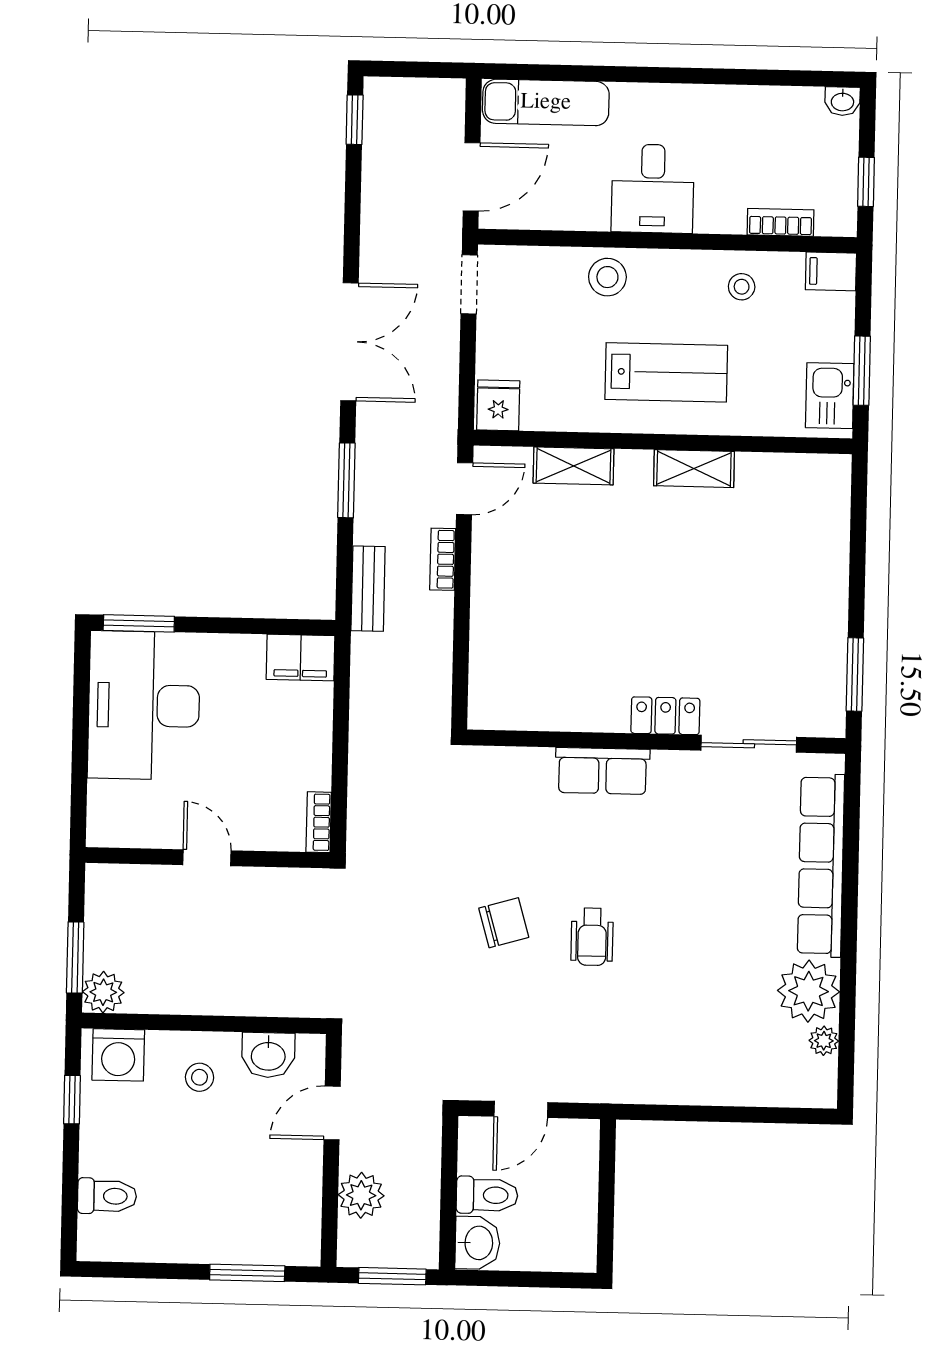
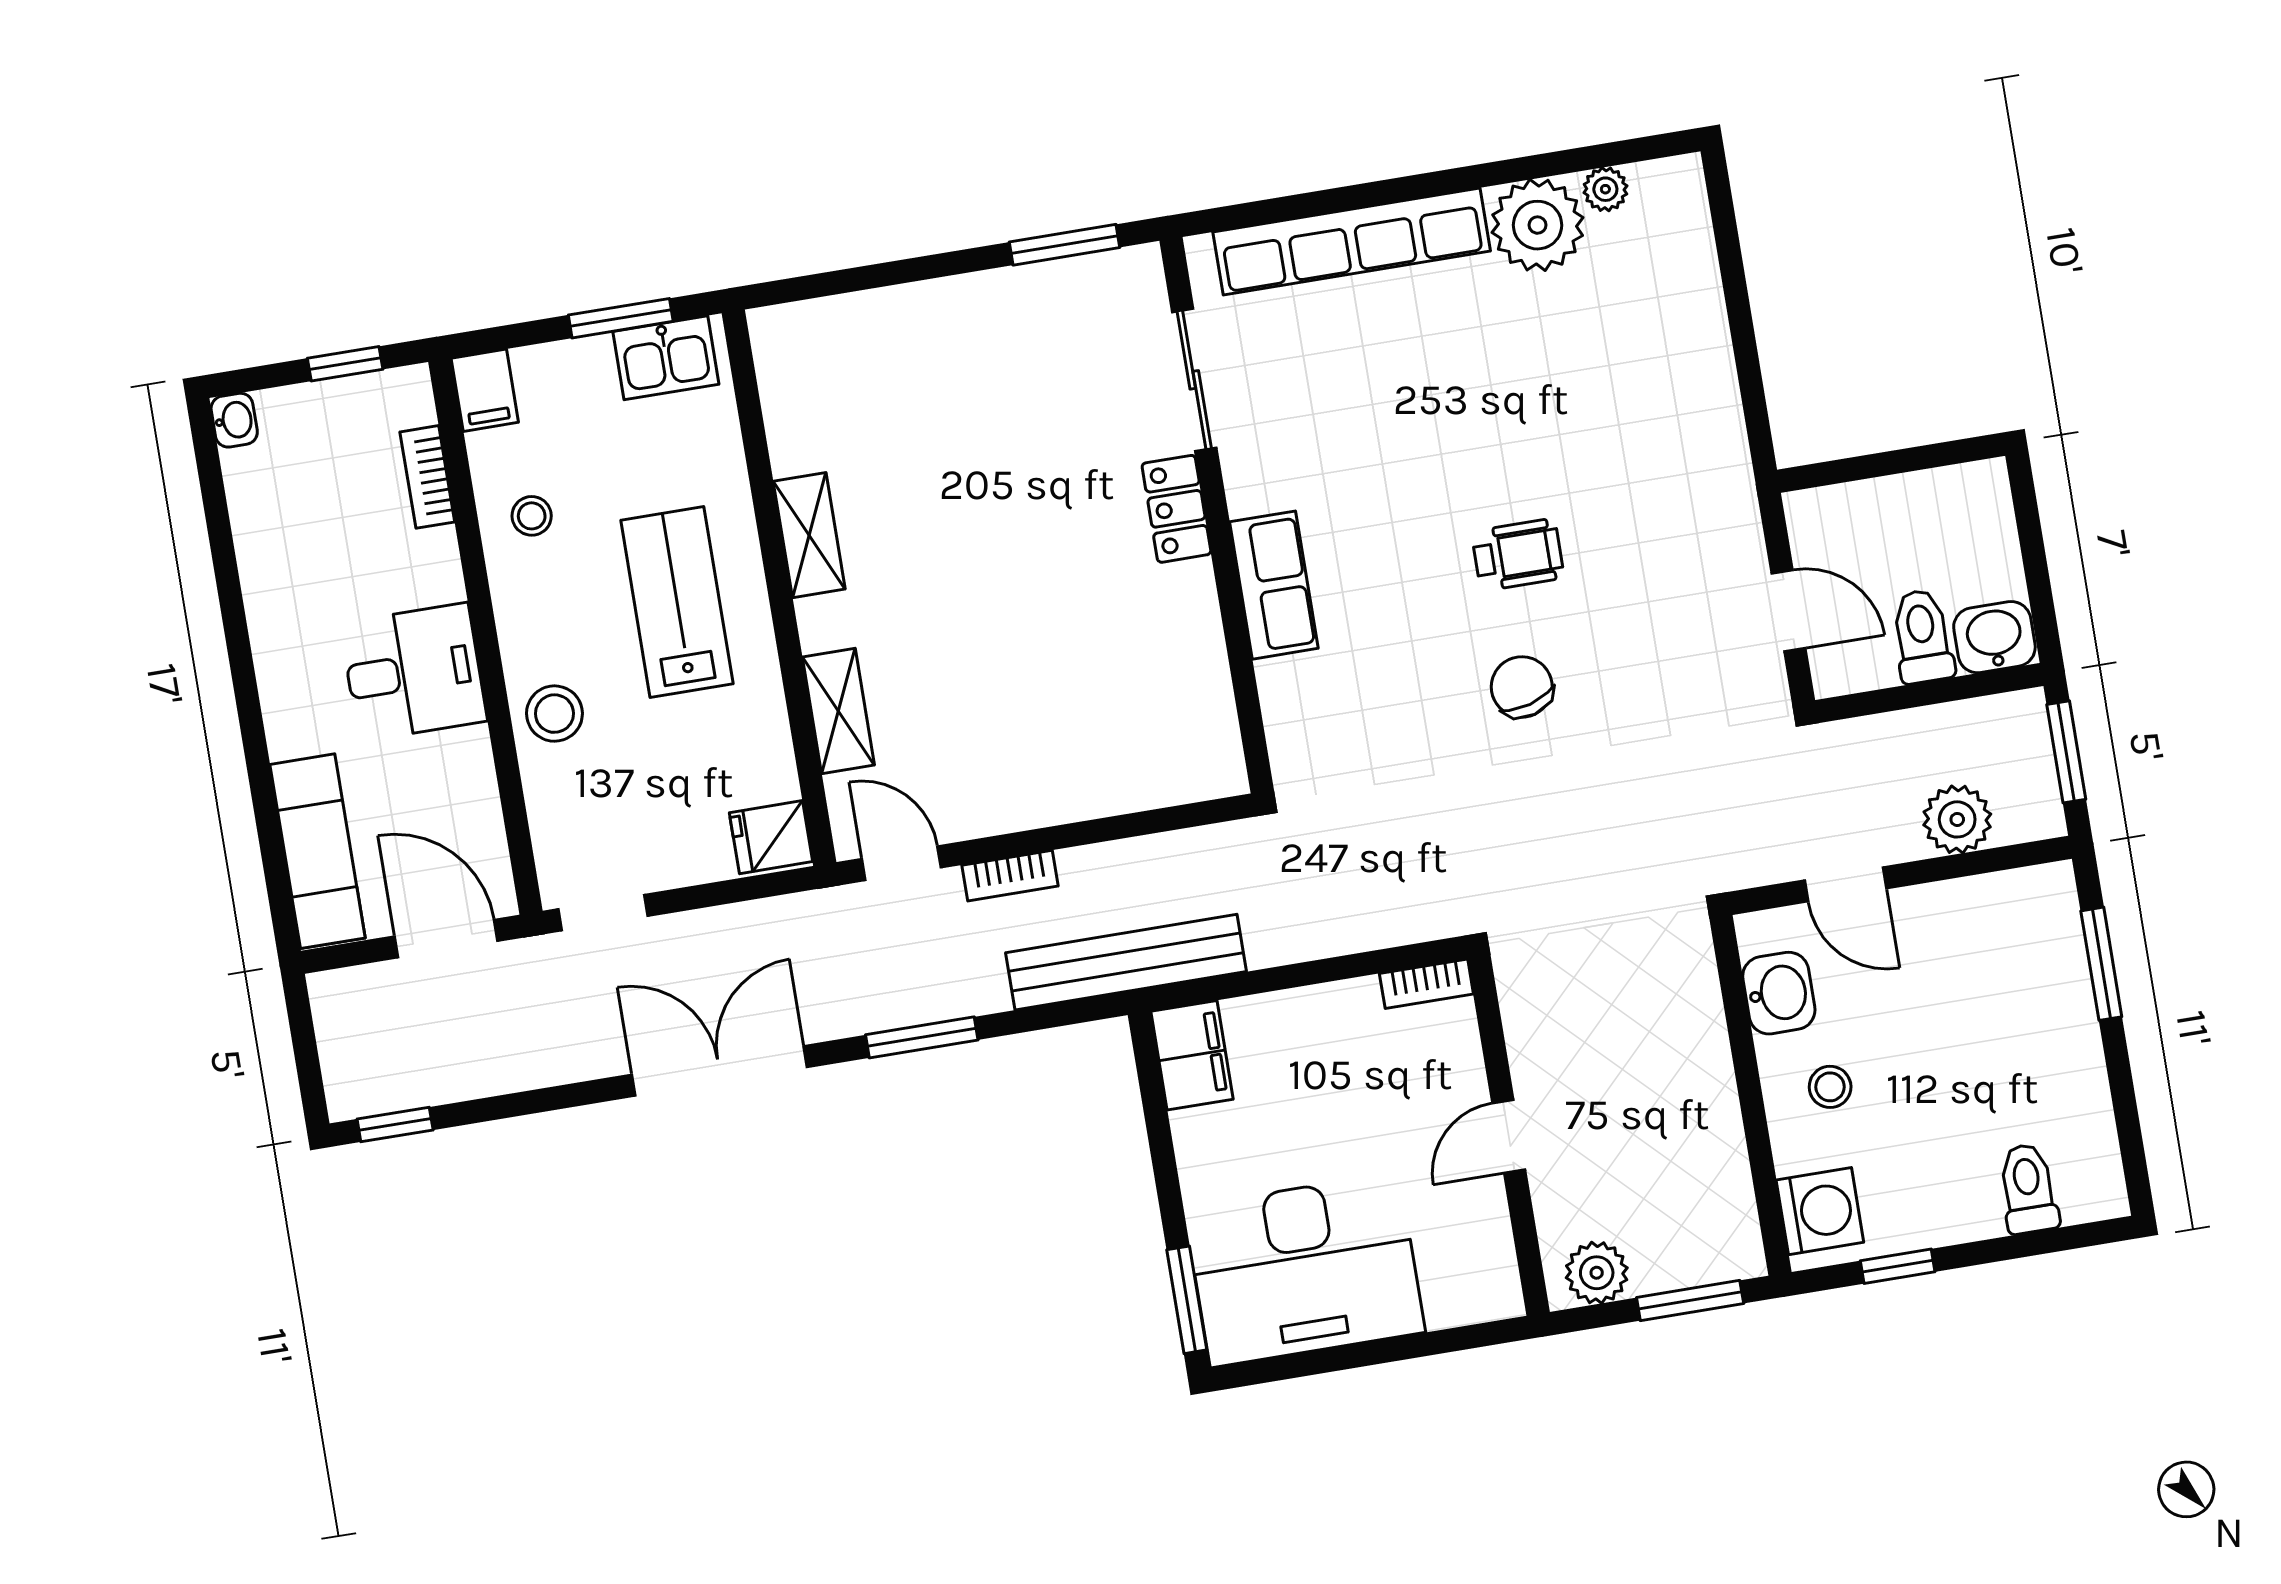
bench: (368, 589) -> (1126, 962), width x1.86, depth x1.21
plant: (103, 992) -> (1597, 1273), moved

